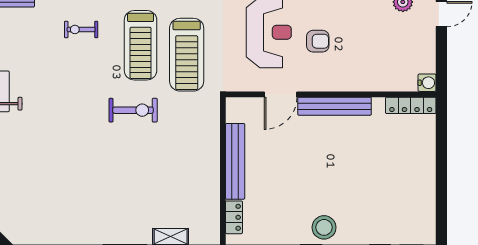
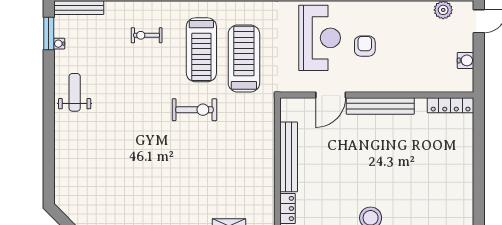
armchair: (318, 41) -> (365, 46), turned -90
treadmill: (187, 55) -> (244, 58), turned 180
water cooler: (427, 83) -> (466, 60), moved

